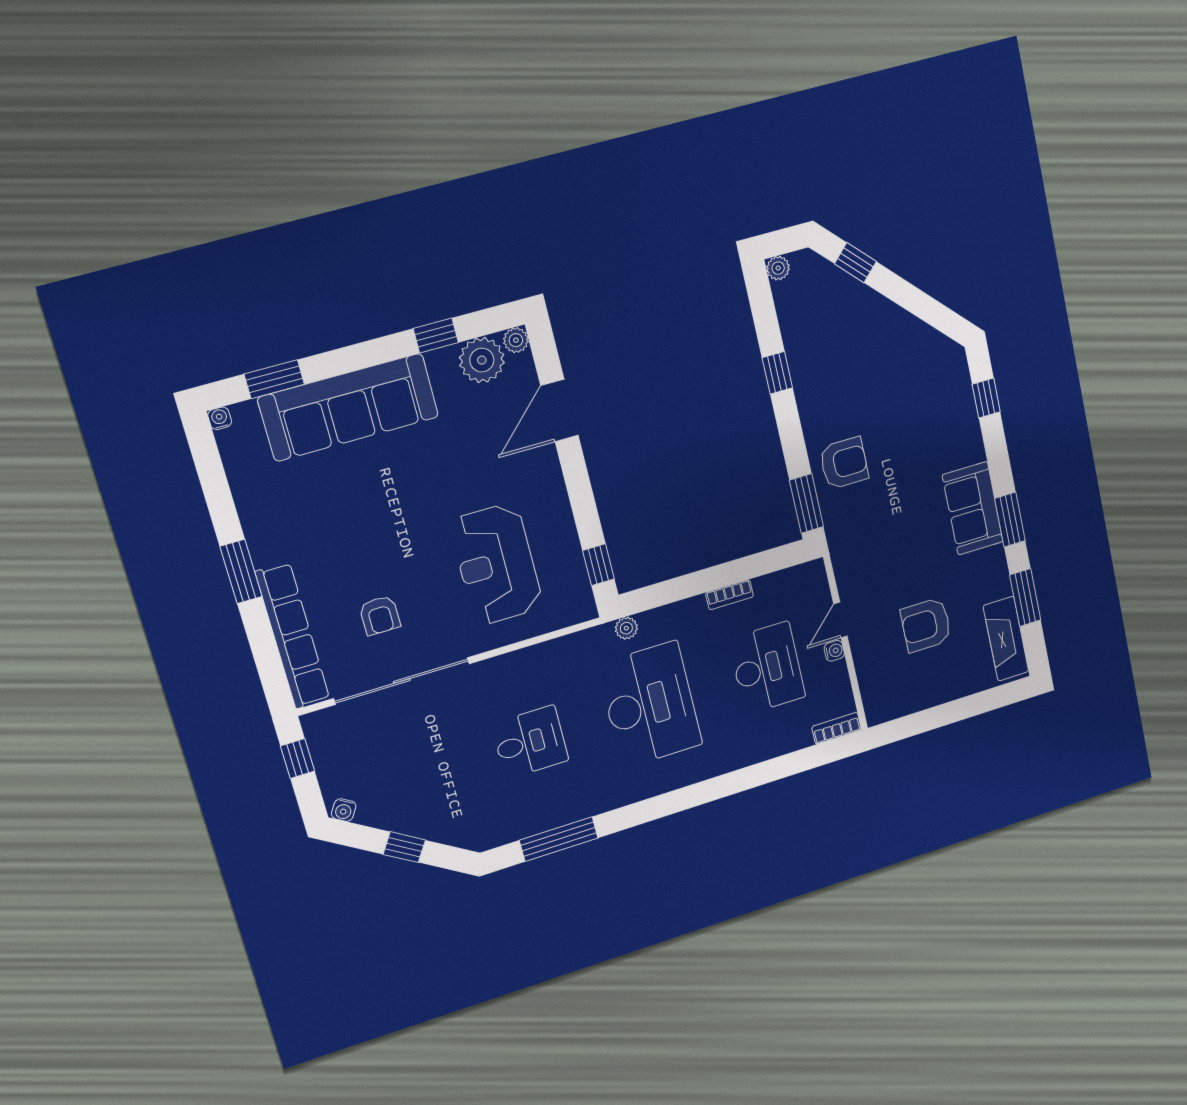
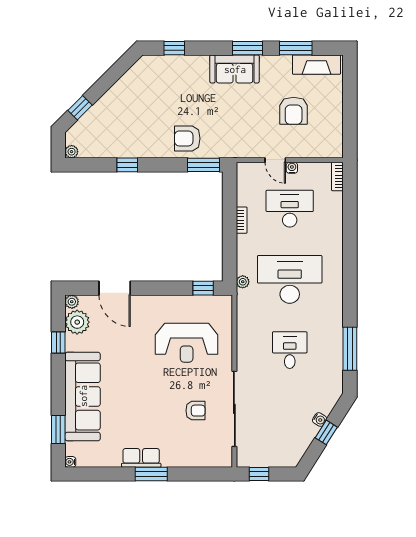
armchair: (844, 463) -> (187, 138), turned -90
row of seats: (293, 636) -> (141, 458), moved, width x0.50
water cooler: (344, 810) -> (319, 419), moved

